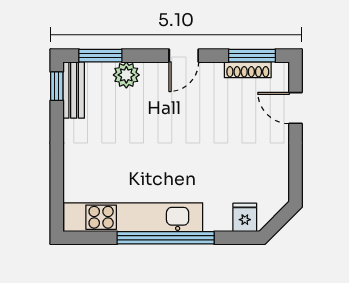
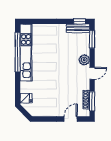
door: (184, 56) -> (92, 73), swing flipped
plant: (126, 75) -> (84, 60), moved
window: (166, 238) -> (18, 52), moved

